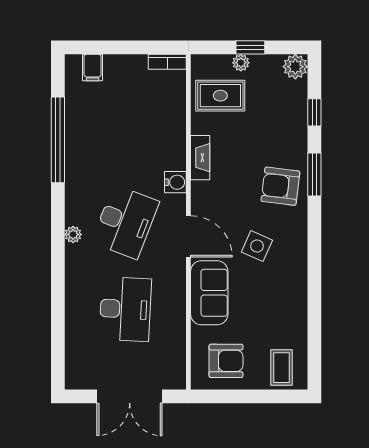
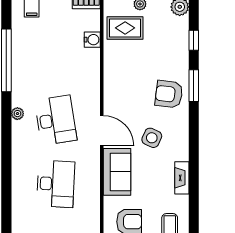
fireplace: (200, 158) -> (182, 178), moved, turned 180
water cooler: (175, 182) -> (92, 40), moved
desk: (125, 222) -> (56, 120), turned -30
plant: (73, 234) -> (17, 114), moved

